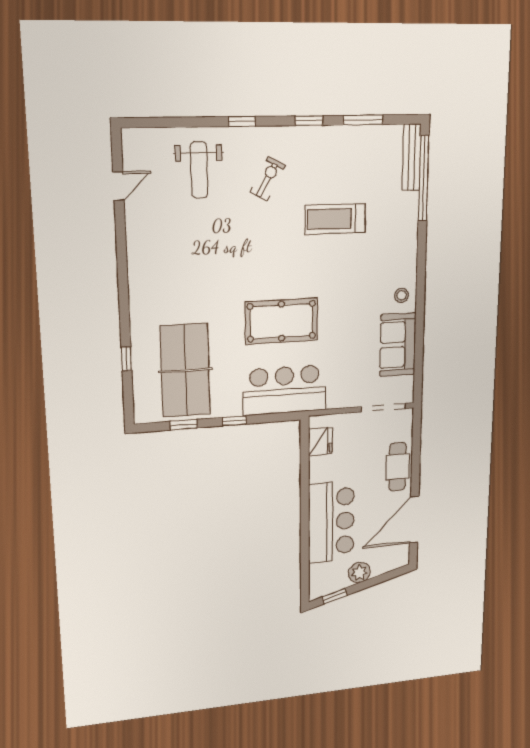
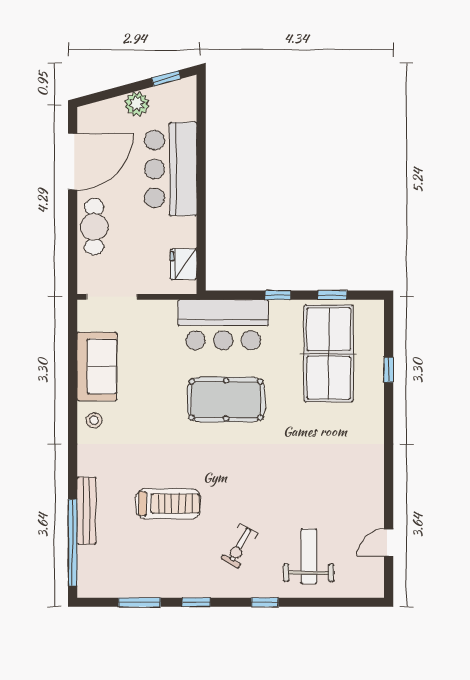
bench: (412, 157) -> (86, 511), moved

